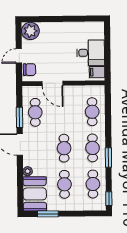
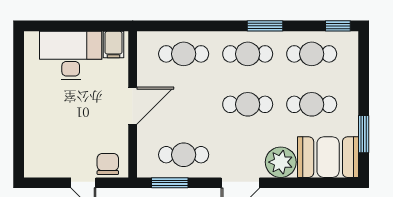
plant: (30, 31) -> (39, 162), removed
desk: (91, 53) -> (71, 56), width x1.37
door: (52, 83) -> (133, 106), moved
window: (19, 117) -> (170, 183), moved
plant: (28, 171) -> (281, 162), width x1.87, depth x1.87

